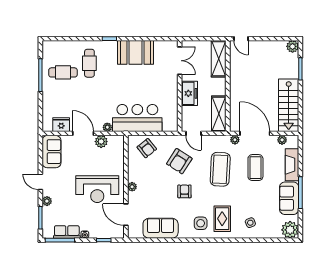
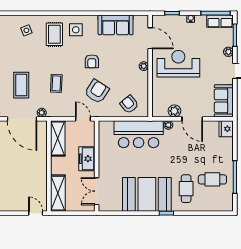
booth: (135, 52) -> (147, 194), width x1.36, depth x1.42
fridge: (61, 125) -> (226, 129), moved, turned 90
coffee table: (220, 169) -> (56, 83), width x0.54, depth x0.58
row of seats: (67, 232) -> (220, 21), moved

